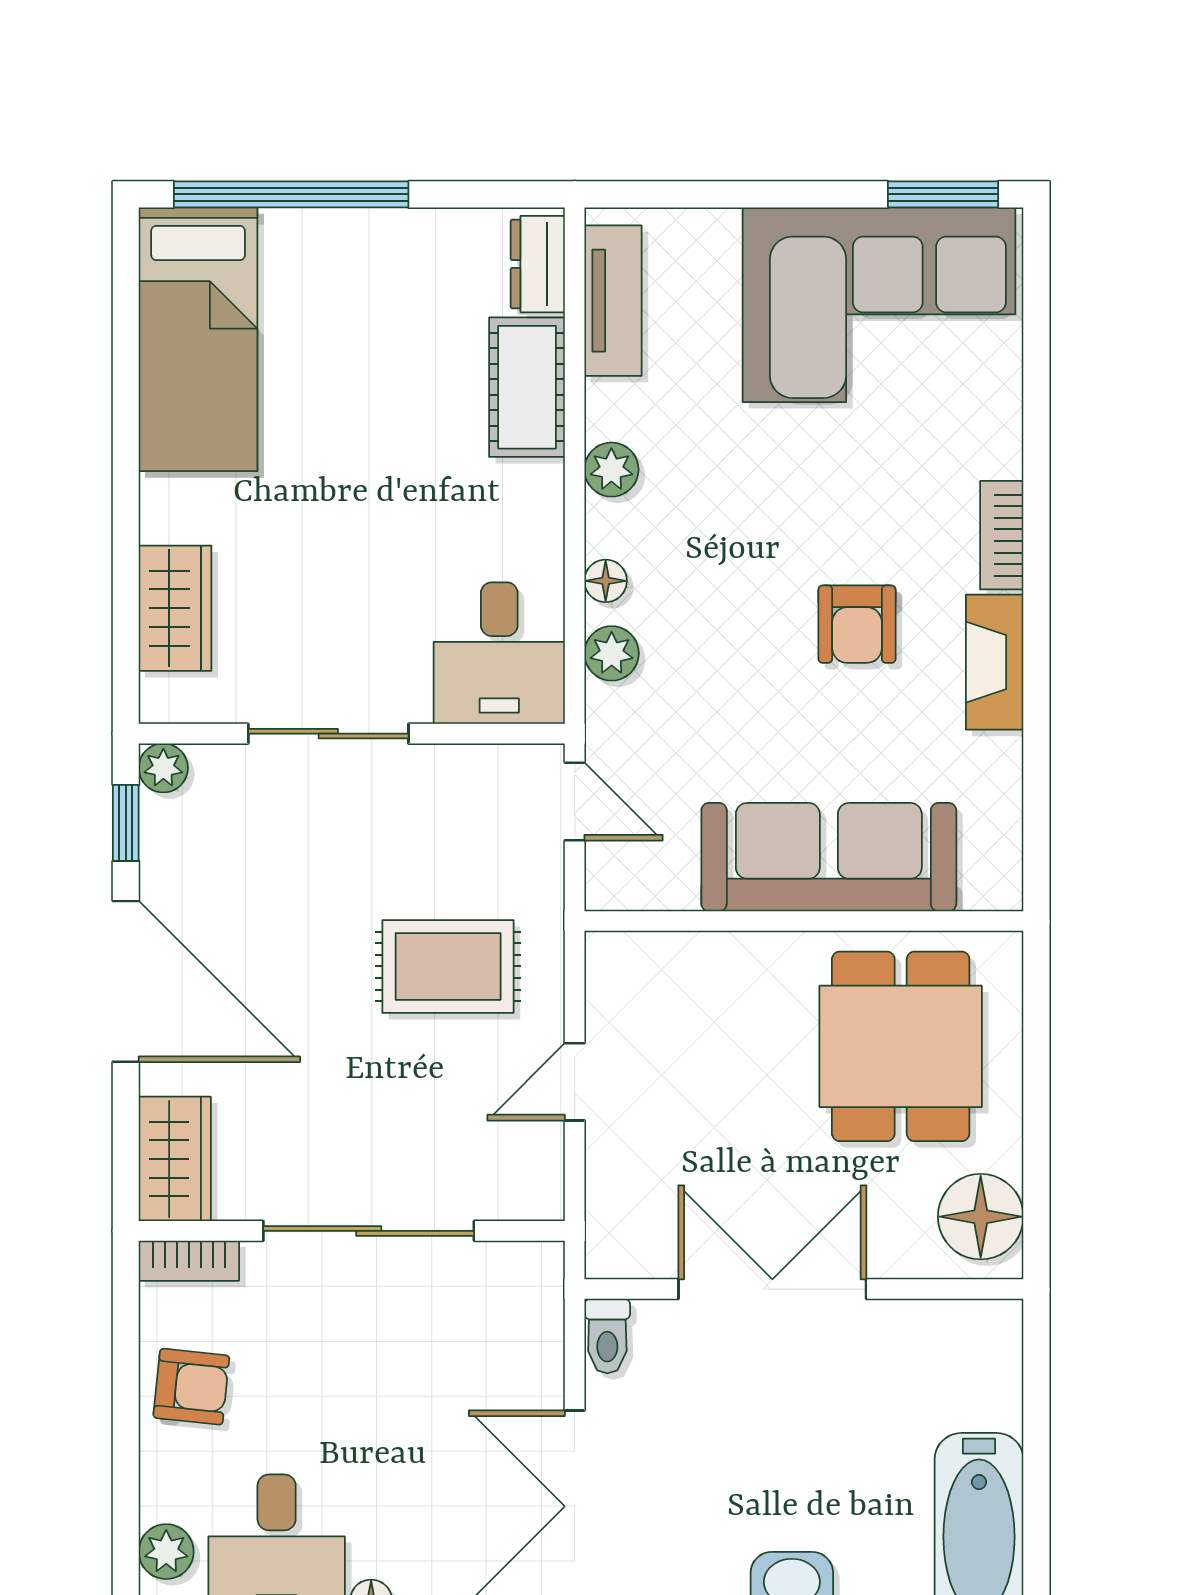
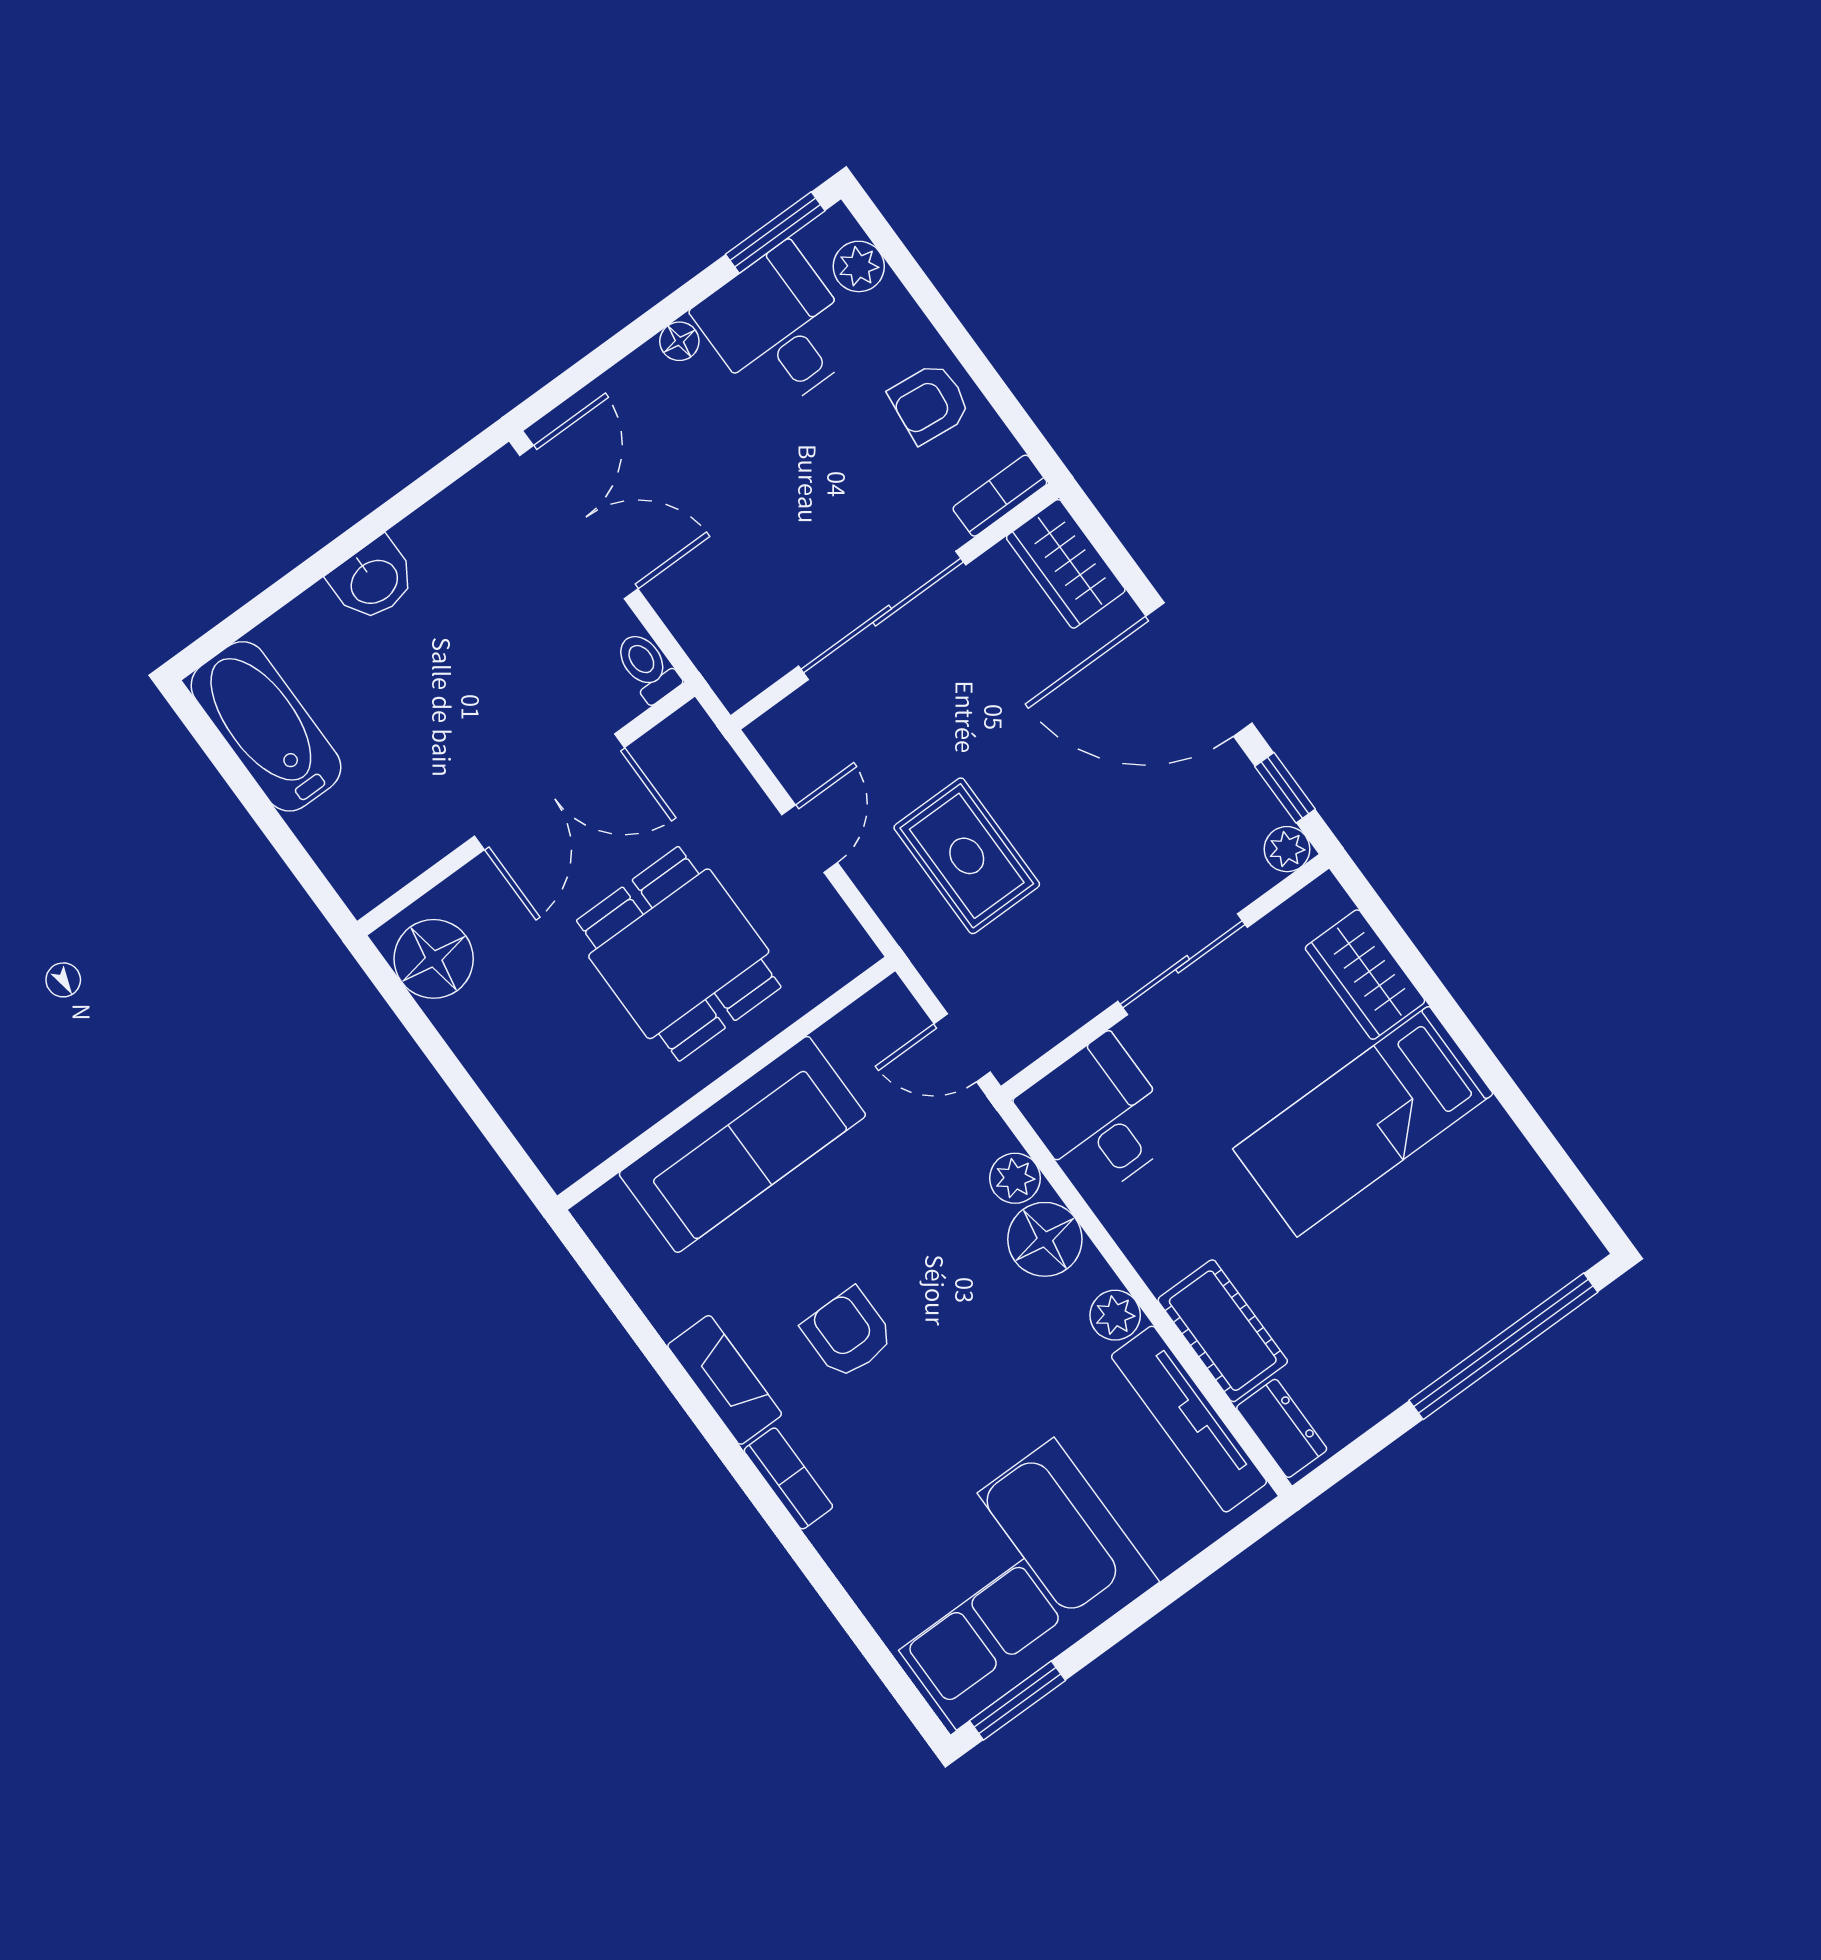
tv unit: (613, 301) -> (1189, 1419), width x1.41
bed: (198, 339) -> (1363, 1121), moved, turned -90
floor lamp: (606, 581) -> (1045, 1239), width x1.89, depth x1.89
rug: (448, 966) -> (967, 856), turned 90
dining table: (901, 1046) -> (679, 954), moved

